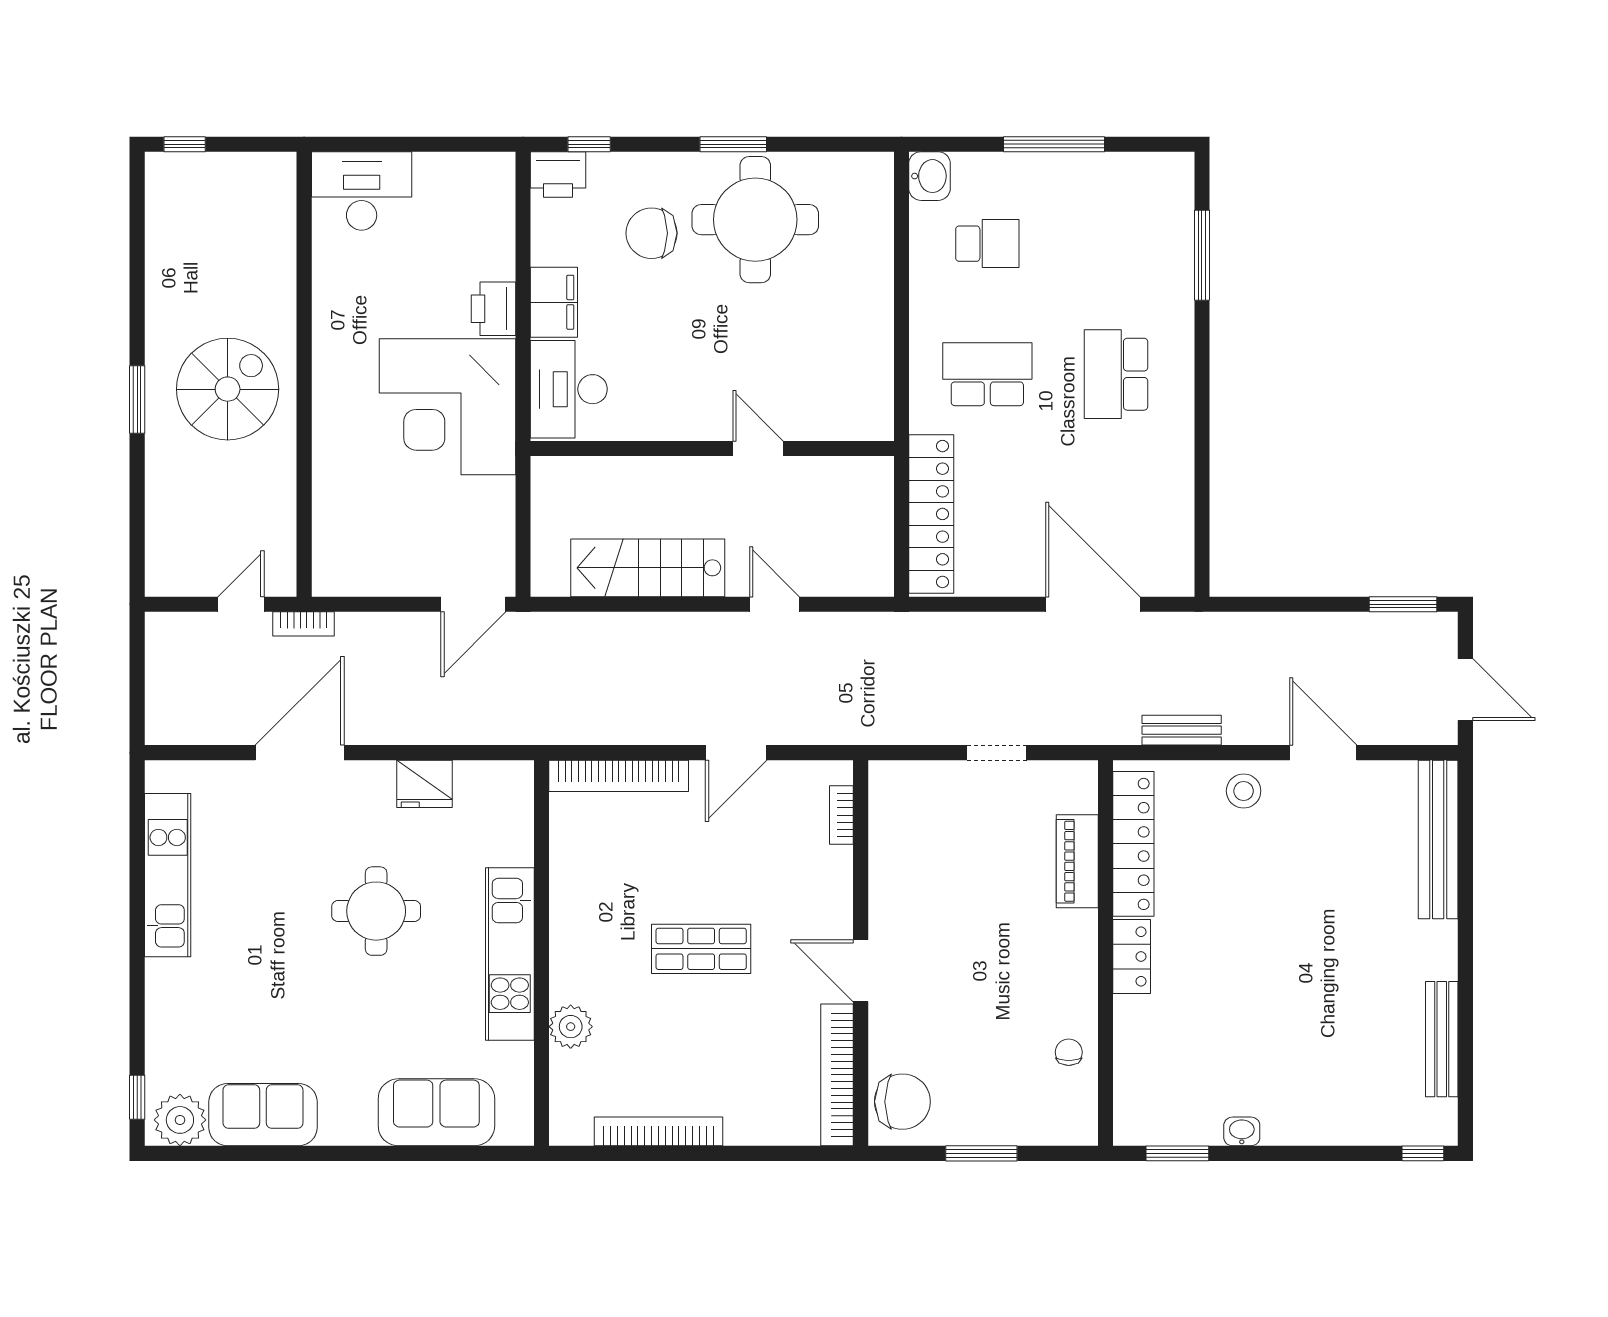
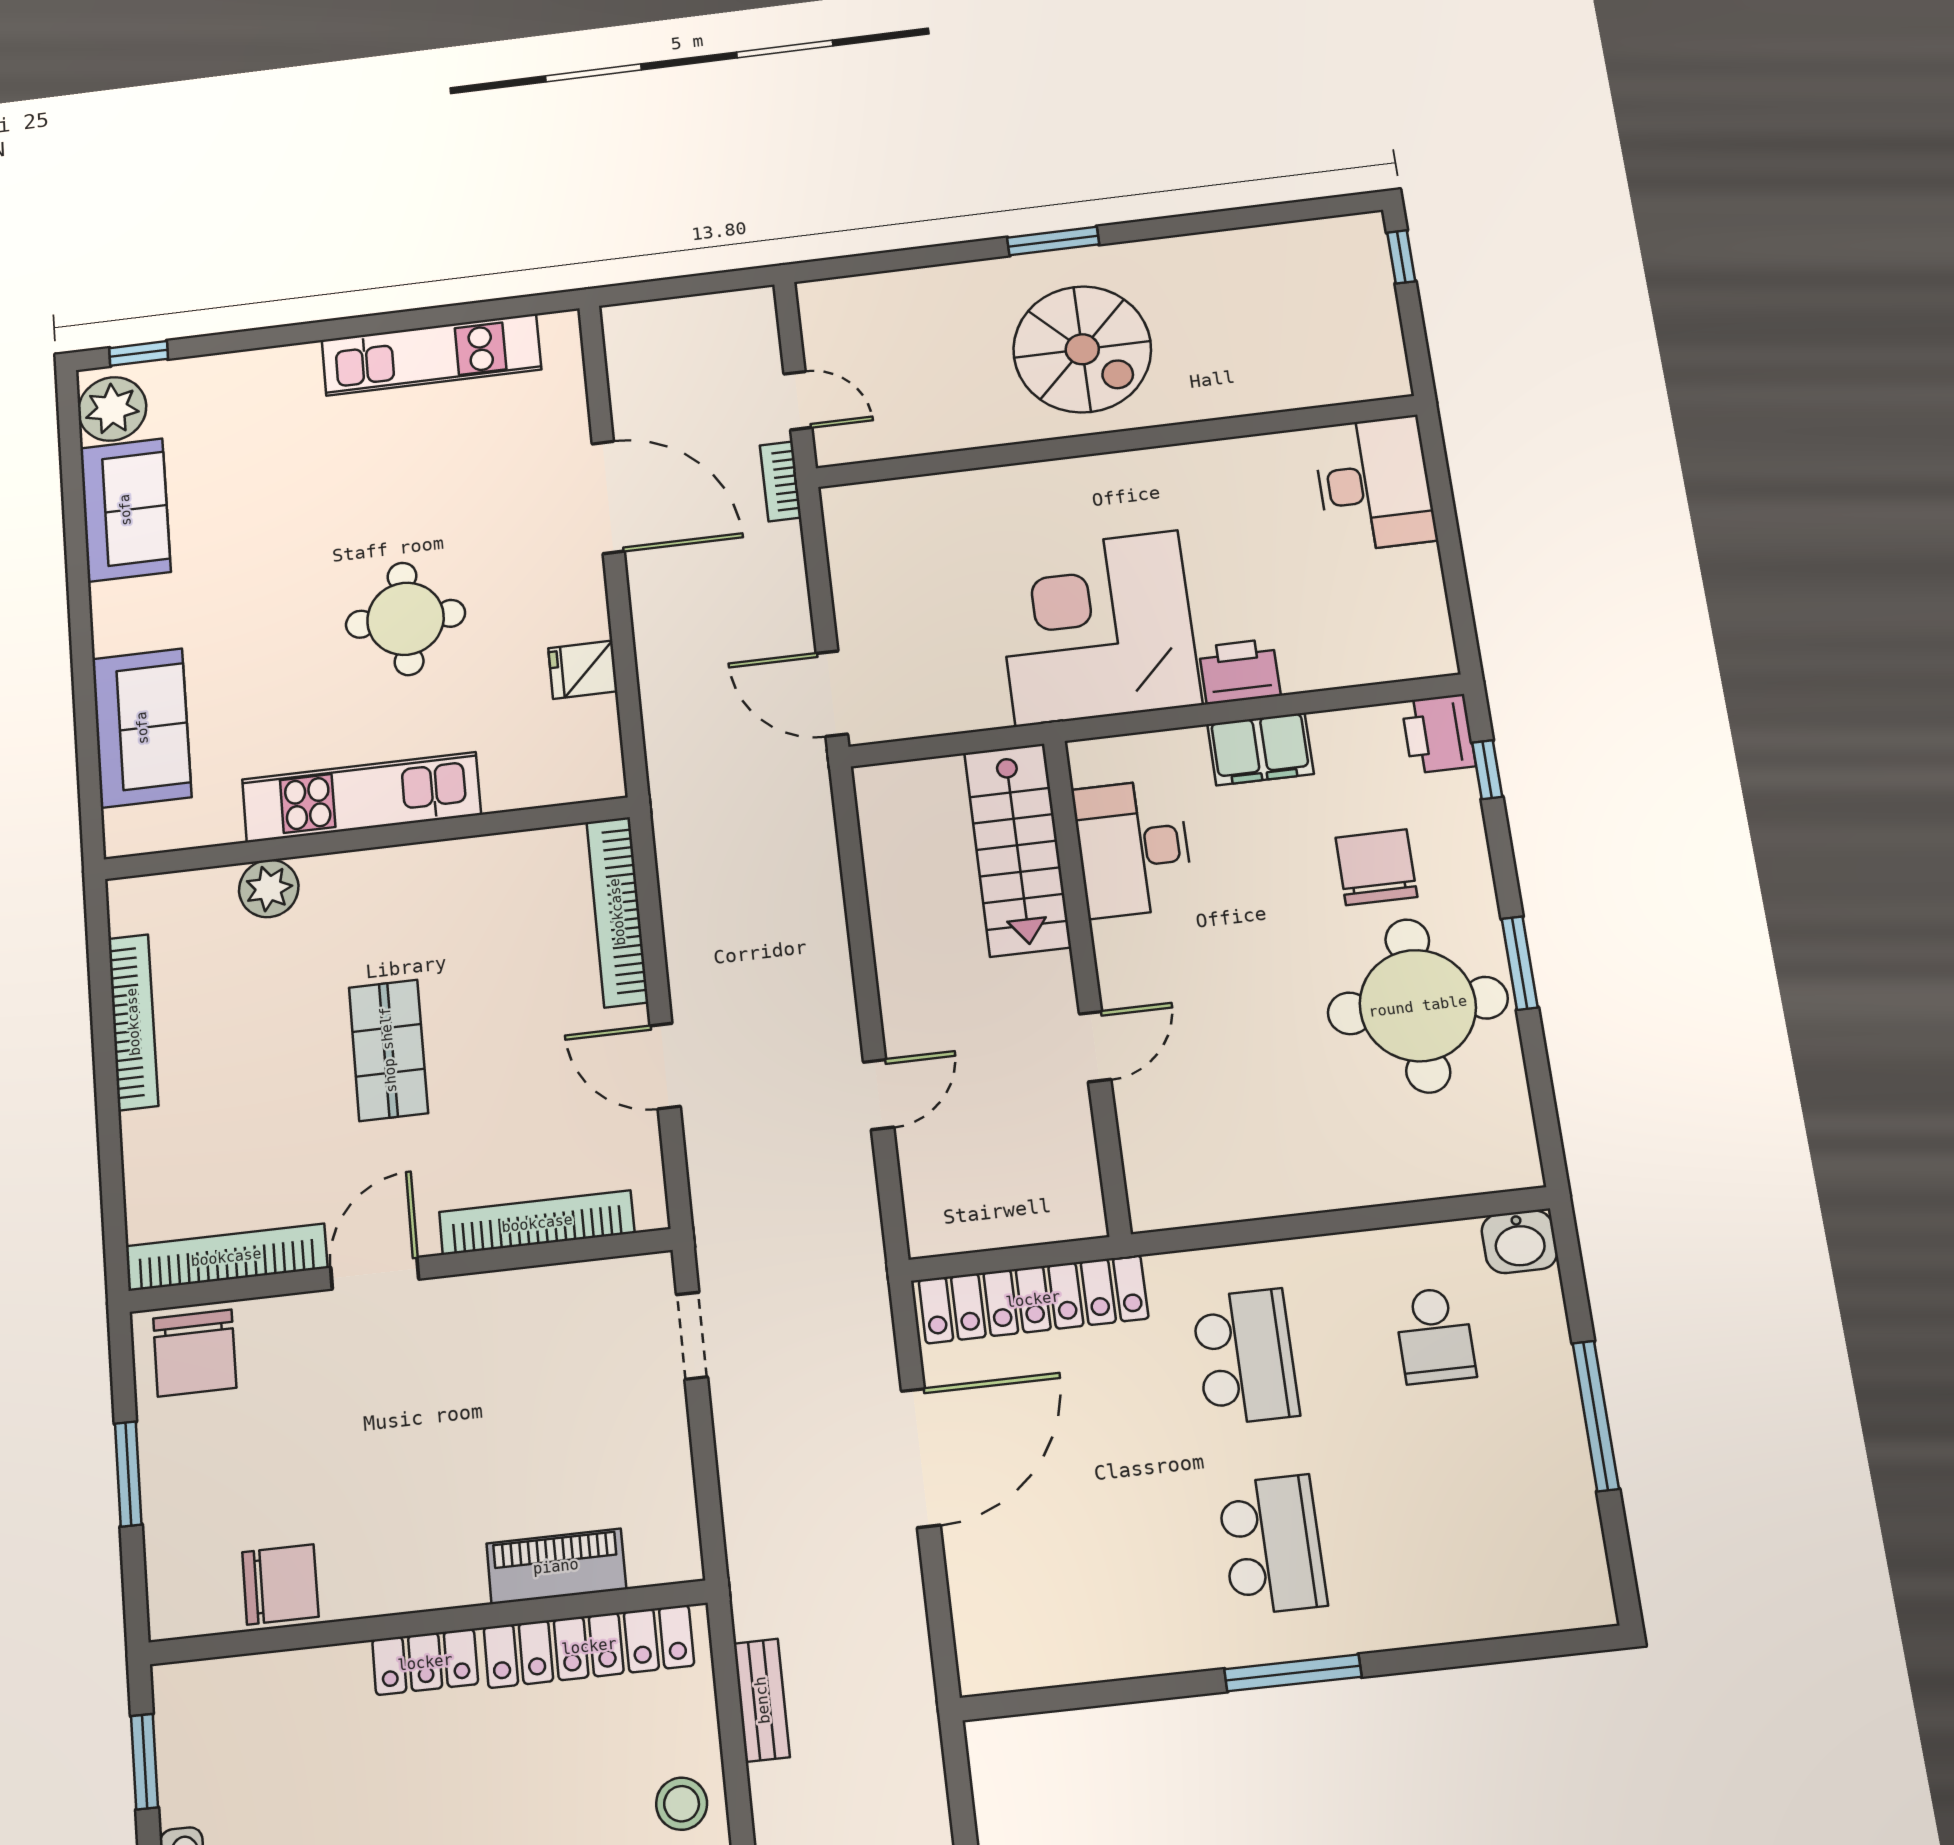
window: (1202, 255) -> (1293, 1673), moved
school desk: (1116, 374) -> (1272, 1545), turned 90
desk: (569, 389) -> (1133, 848), moved, turned -90
stairs: (648, 568) -> (1017, 849), moved, turned 180
door: (1093, 604) -> (921, 1458), moved
doorway: (997, 753) -> (692, 1336), moved
fridge: (425, 784) -> (583, 670), width x0.72
bookcase: (841, 815) -> (537, 1223), width x2.31, depth x1.31
chair: (1069, 1052) -> (280, 1584), width x1.87, depth x1.87

